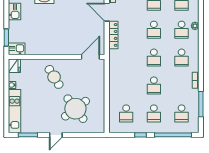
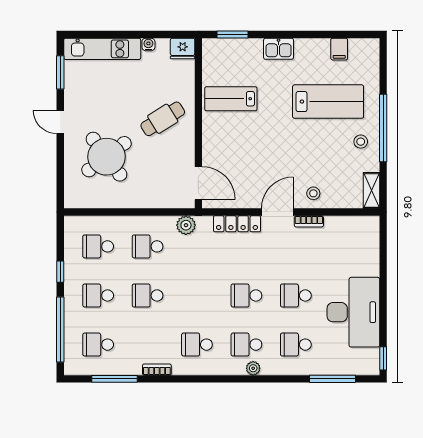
lab bench: (43, 38) -> (231, 99), added
kitchen sink: (17, 49) -> (212, 53), removed
school desk: (154, 58) -> (148, 246), moved
plant: (114, 64) -> (186, 225), added

